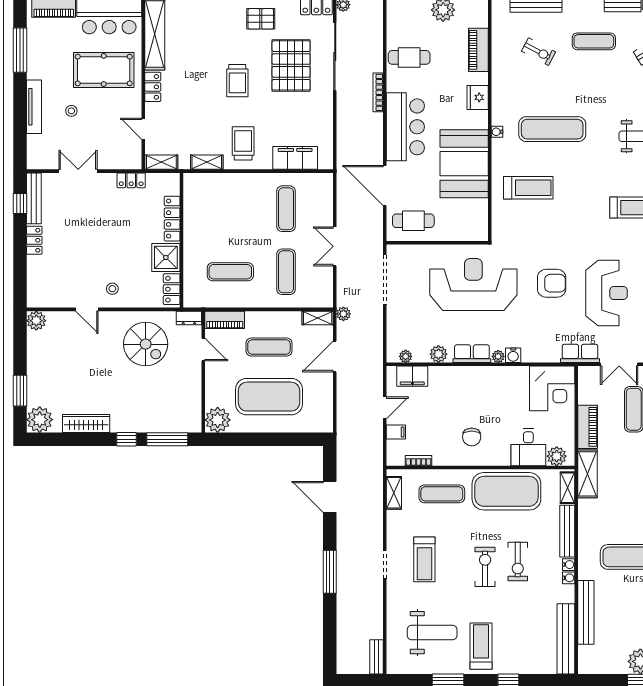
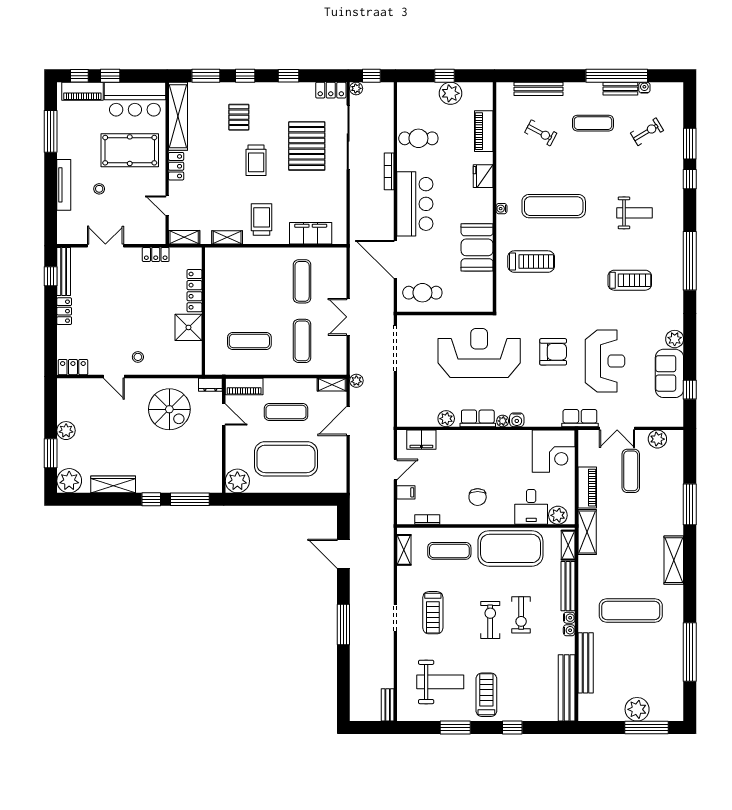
pallet: (261, 19) -> (239, 117), moved, turned 90
booth: (464, 164) -> (477, 247), width x0.73, depth x0.70
locker: (172, 289) -> (73, 367), moved, turned 90
plant: (36, 321) -> (66, 431), moved
plant: (406, 356) -> (415, 421), removed

